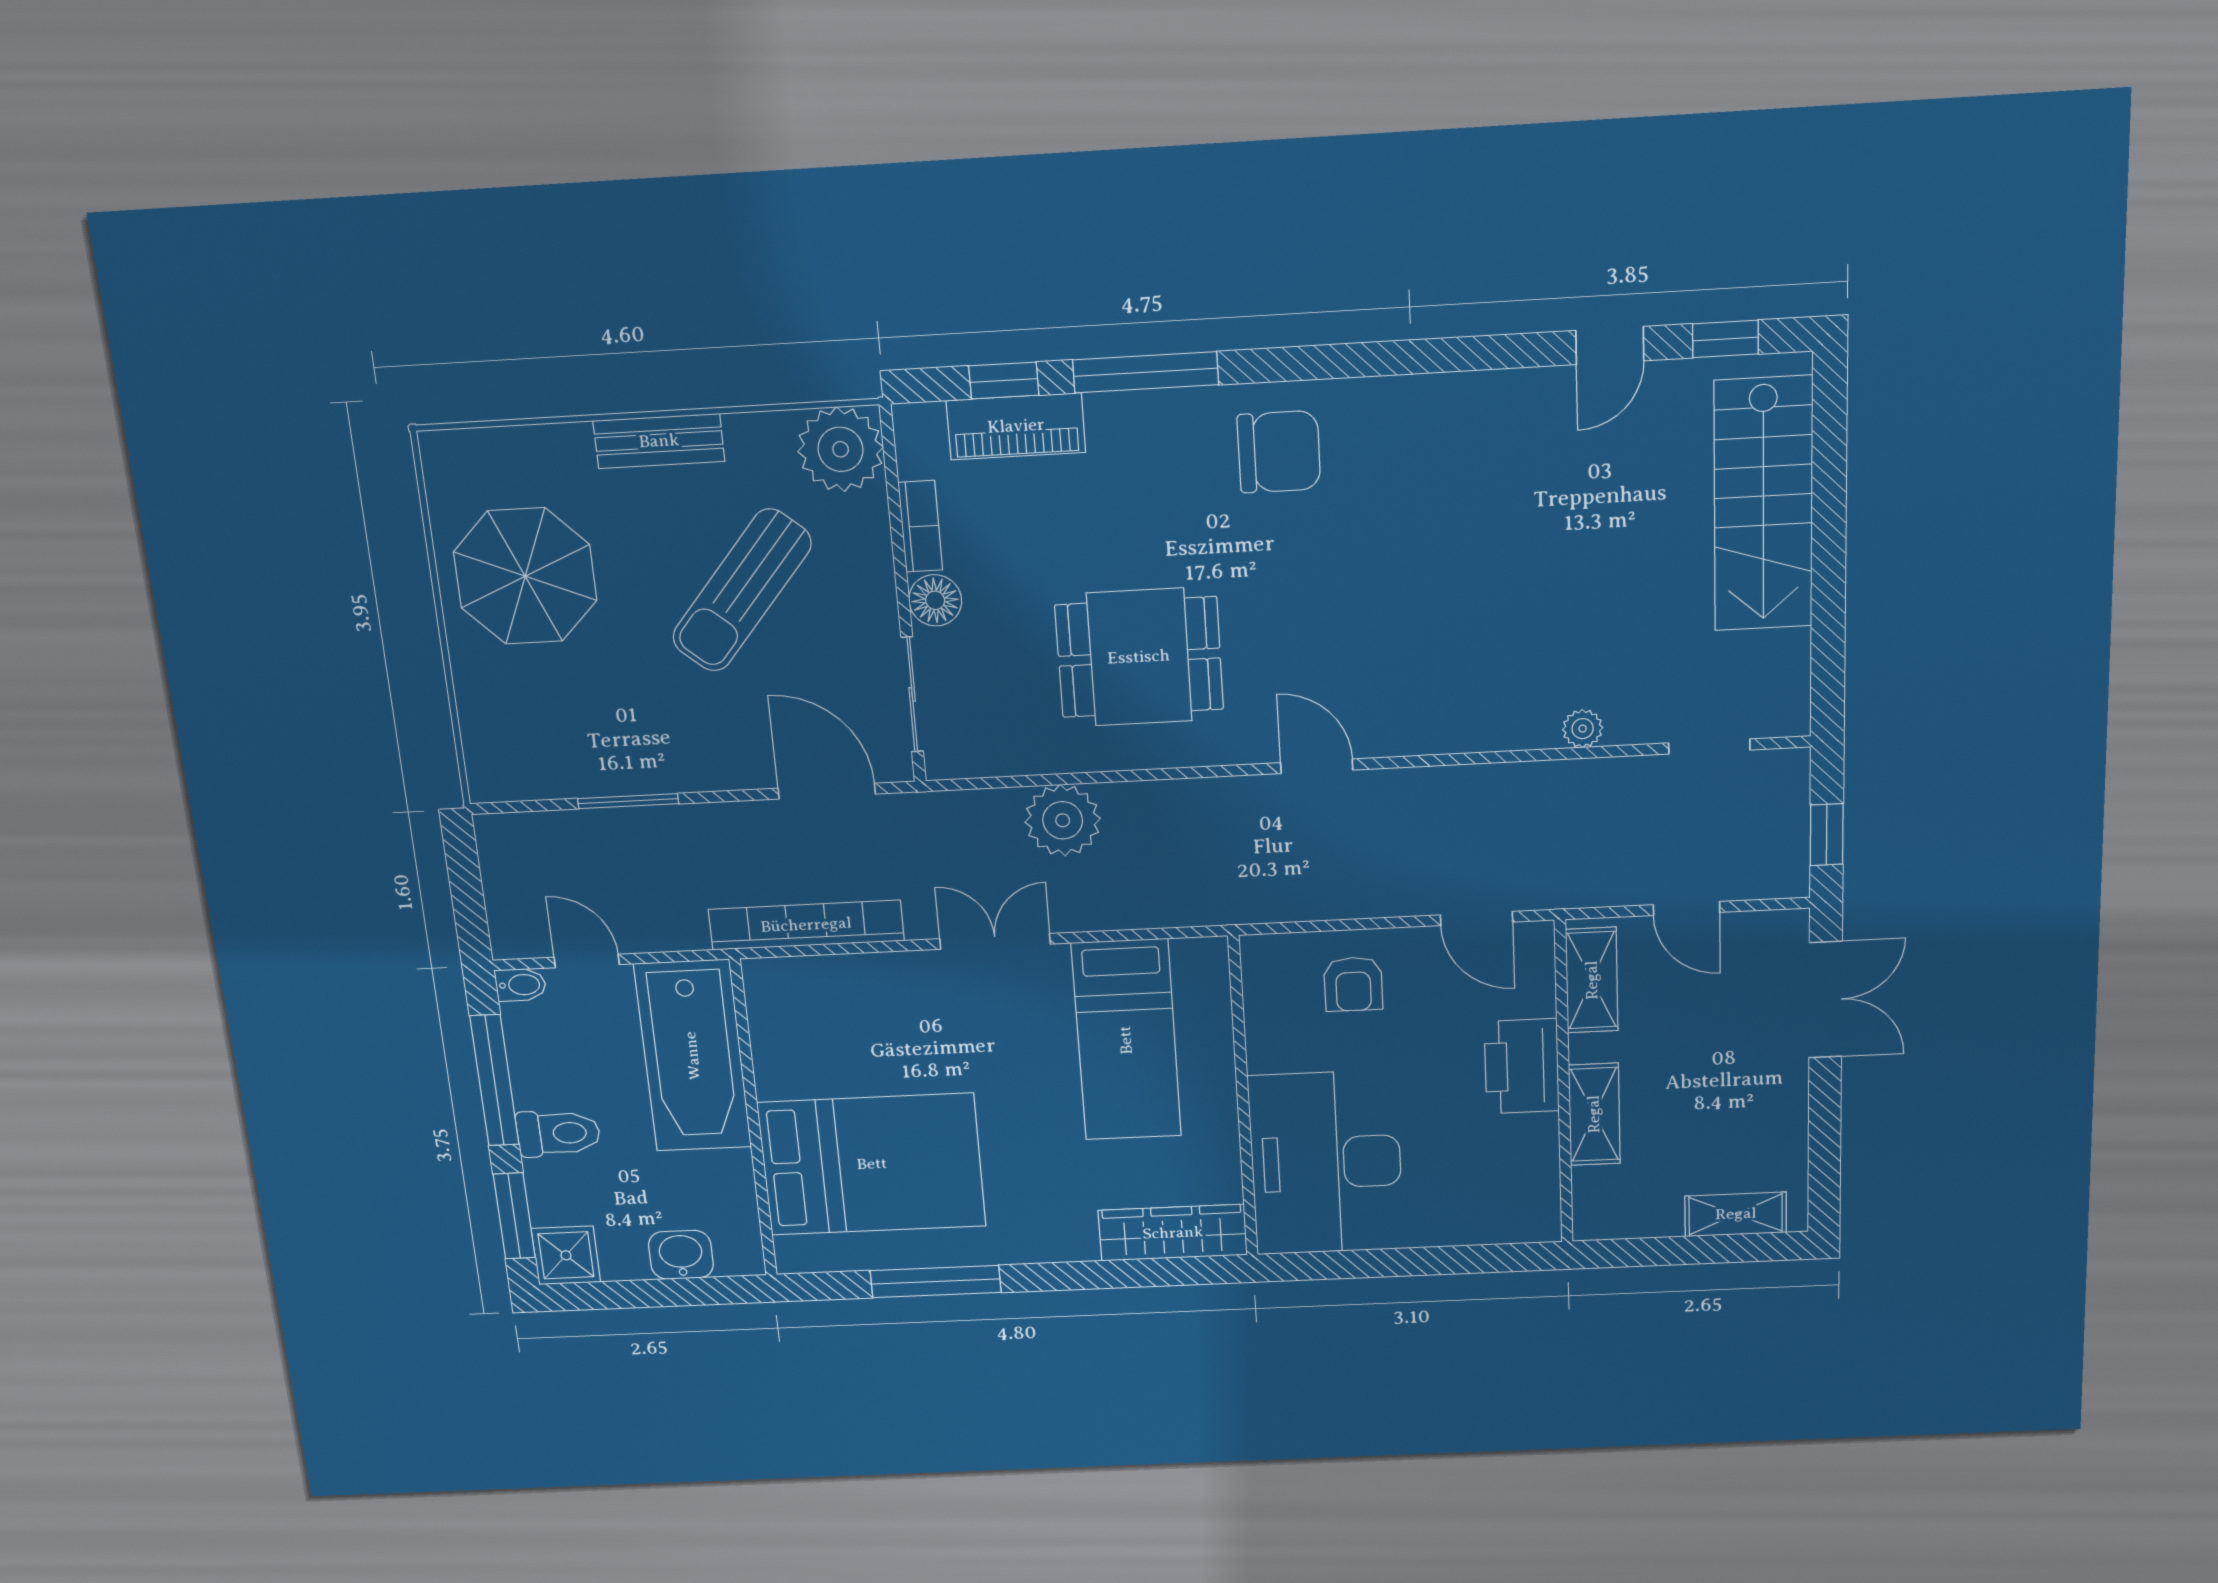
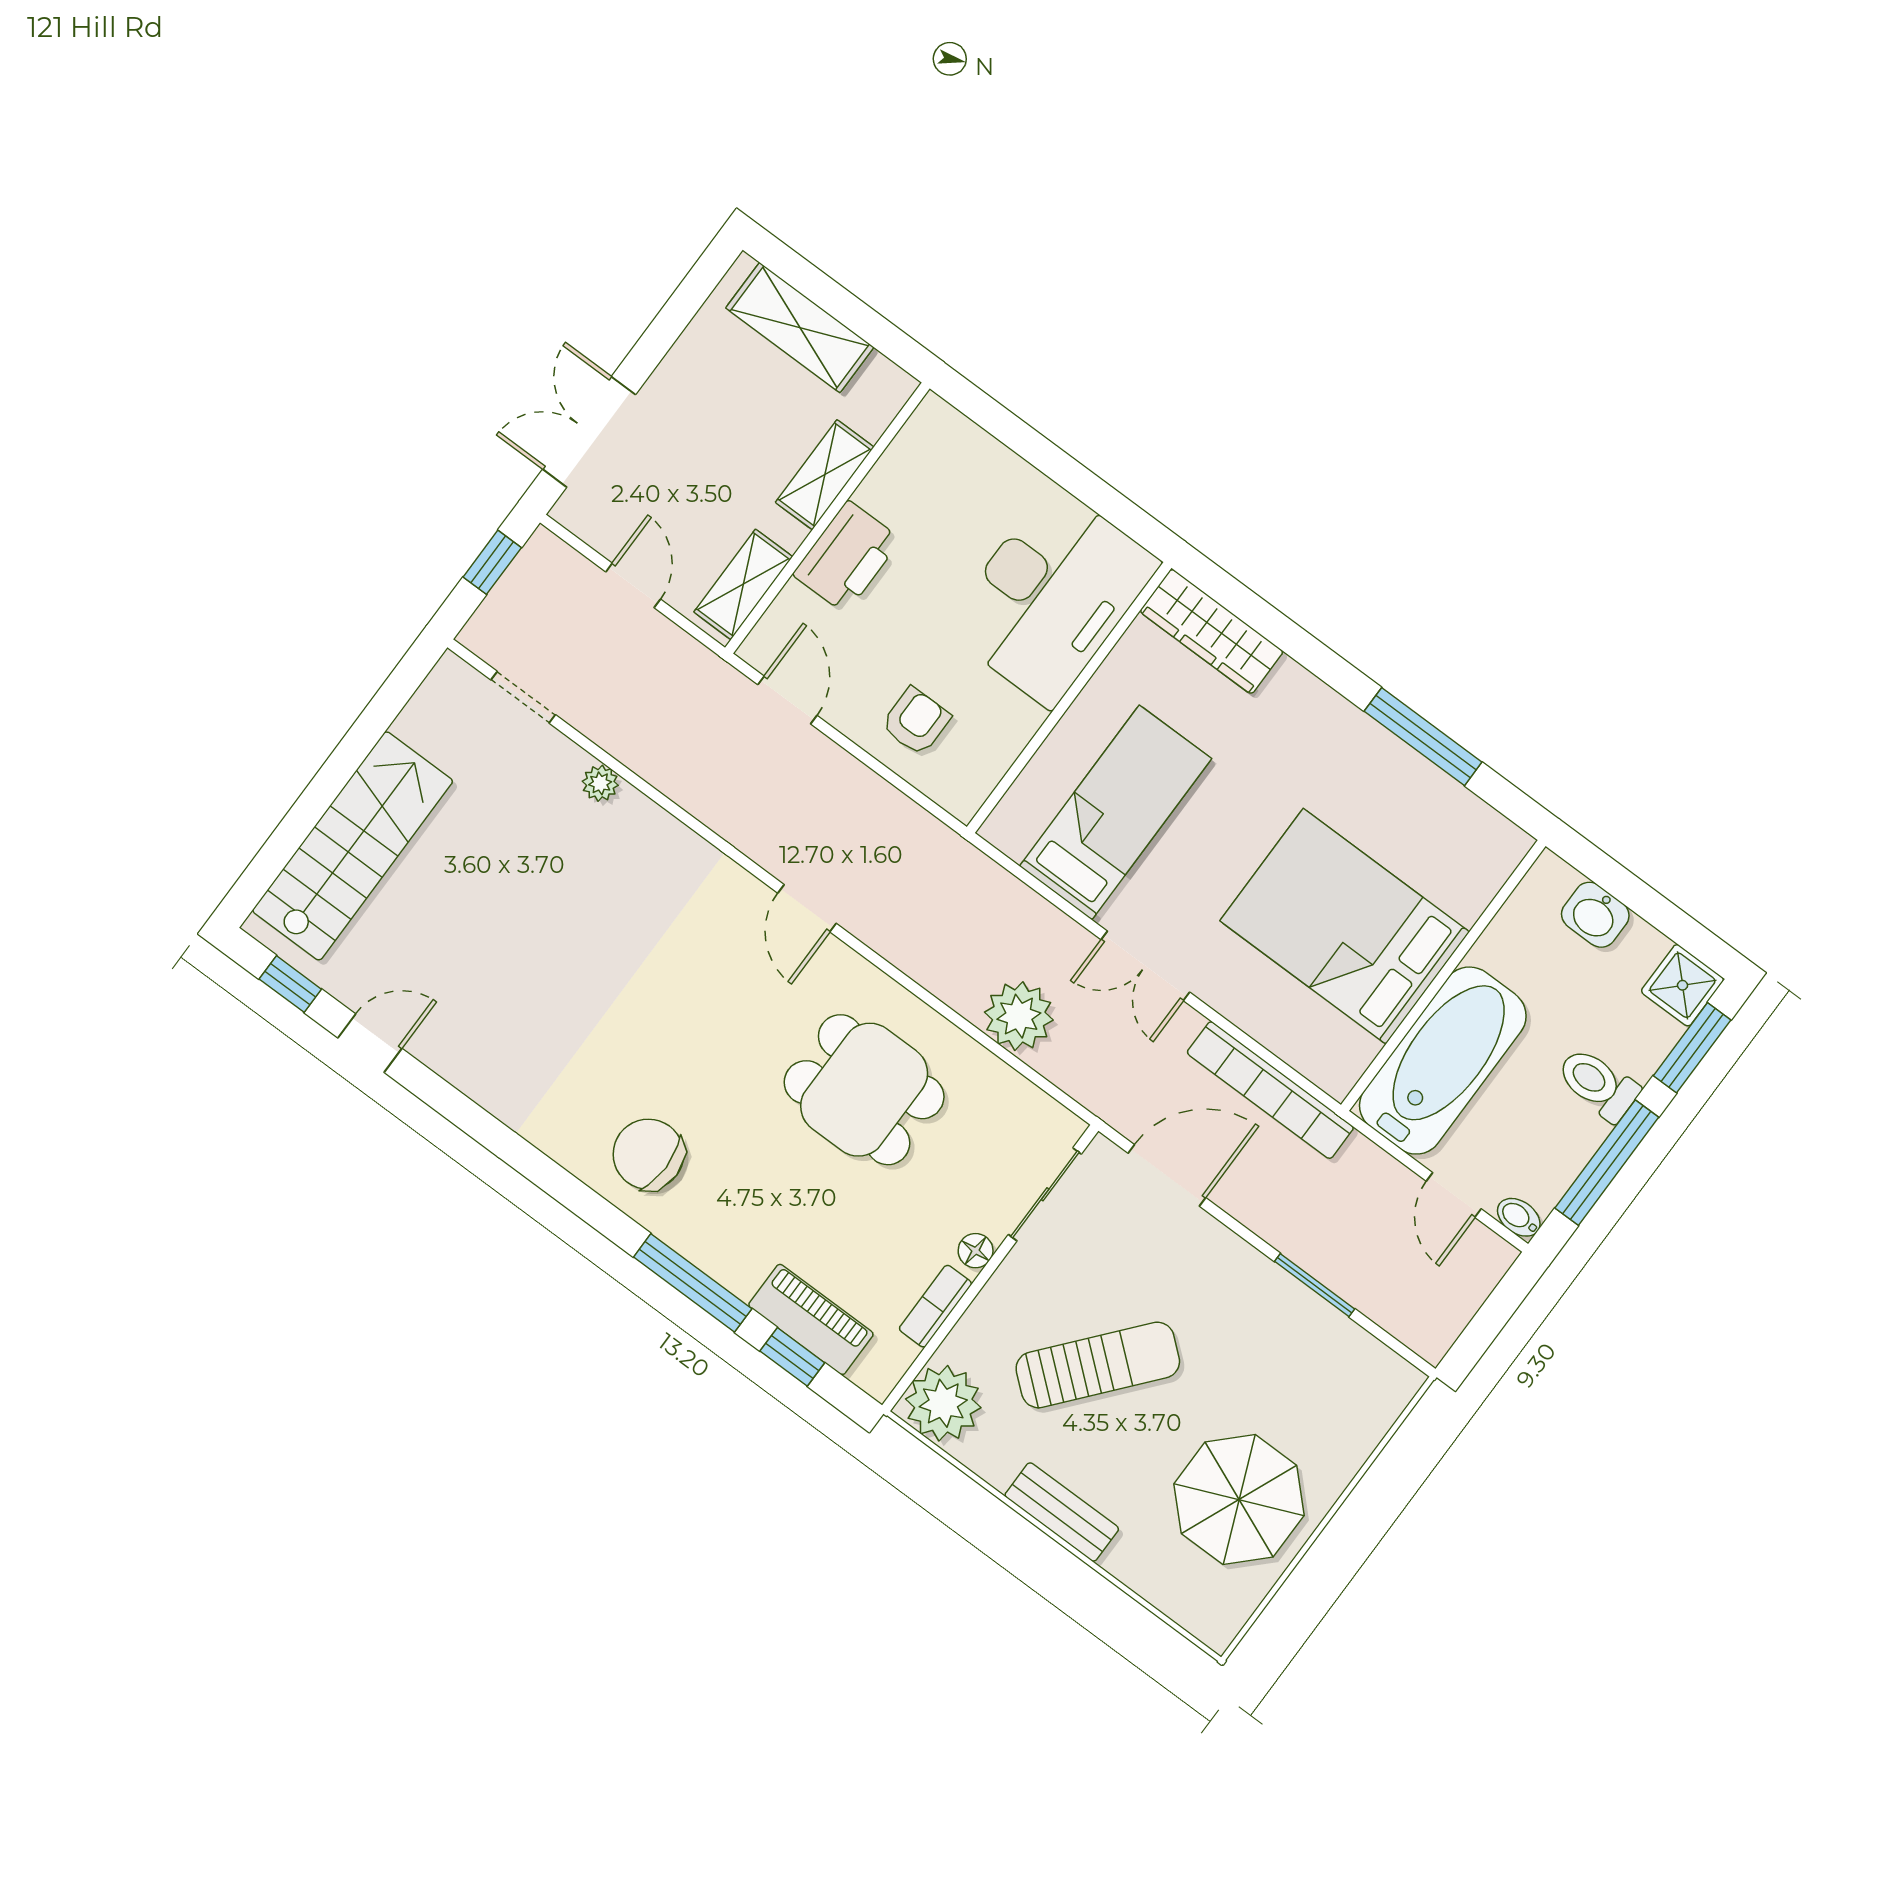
floor lamp: (935, 600) -> (976, 1251), width x0.73, depth x0.73
door: (827, 791) -> (1167, 1175), swing flipped
bed: (872, 1164) -> (1345, 926), moved
shelving: (1736, 1214) -> (800, 327), width x1.50, depth x1.33

